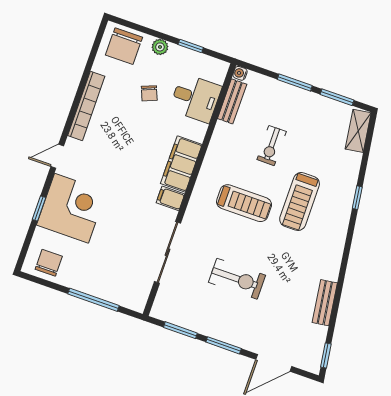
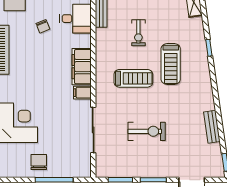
chair: (49, 263) -> (39, 162), moved

